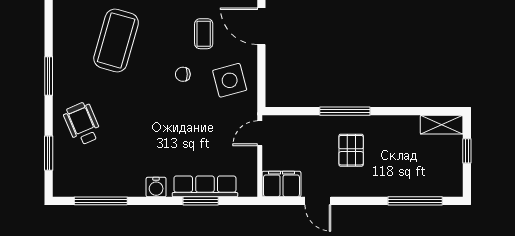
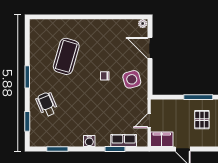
coffee table: (204, 34) -> (117, 52), removed
door: (260, 133) -> (149, 121), moved
row of seats: (205, 186) -> (124, 141), width x0.68
window: (101, 201) -> (57, 149), width x0.69

